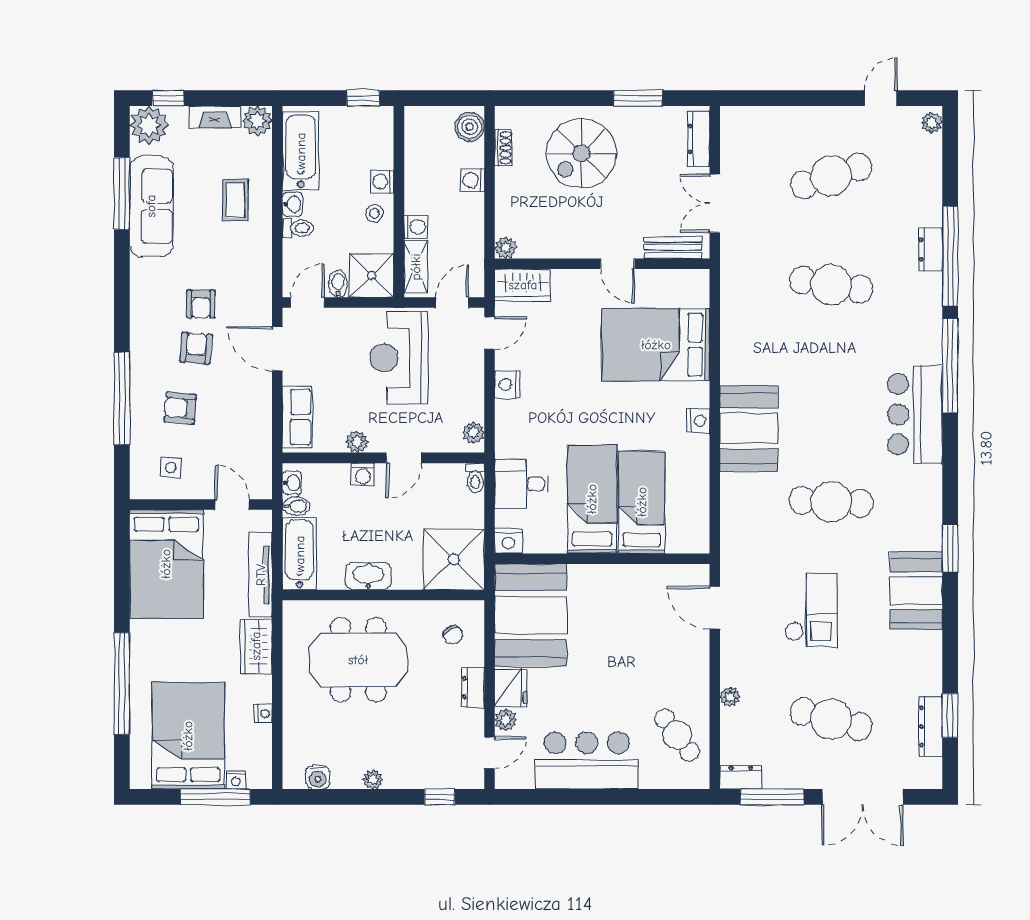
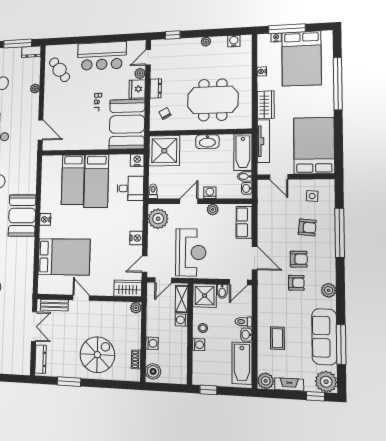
plant: (143, 291) -> (329, 290), added
armchair: (201, 304) -> (296, 283), turned 90
armchair: (196, 348) -> (299, 259), turned -95
plant: (474, 433) -> (158, 219), width x1.87, depth x1.87

